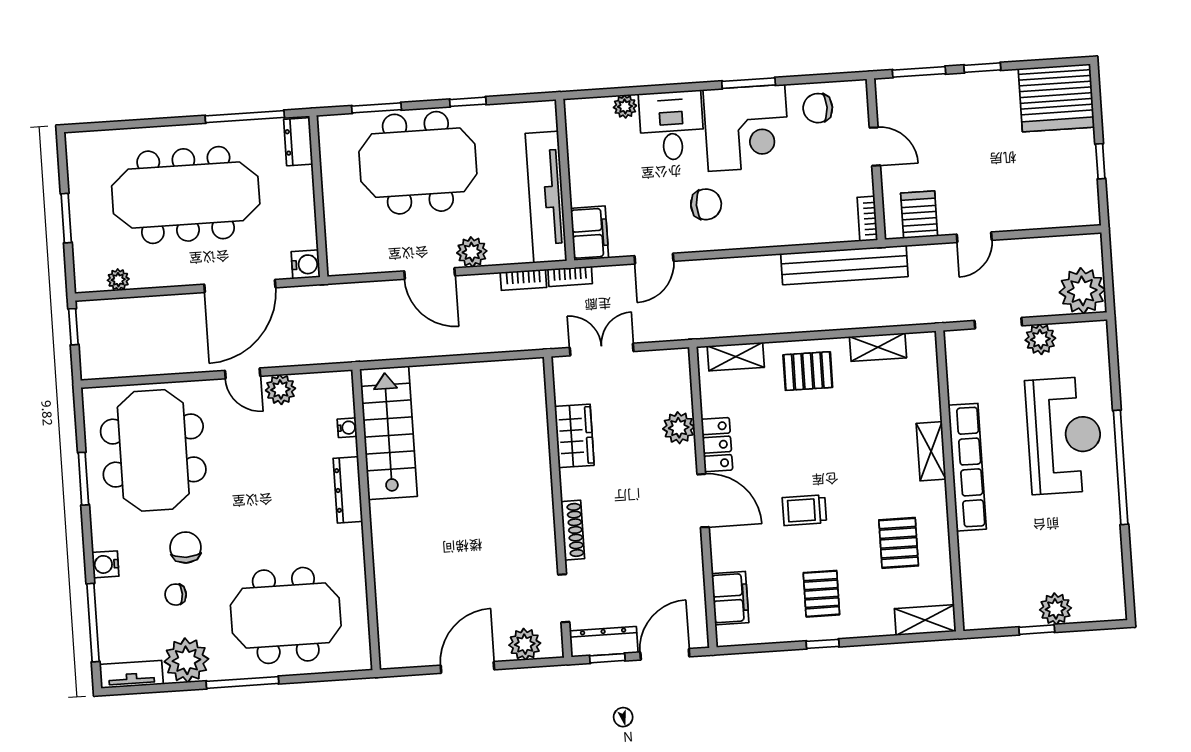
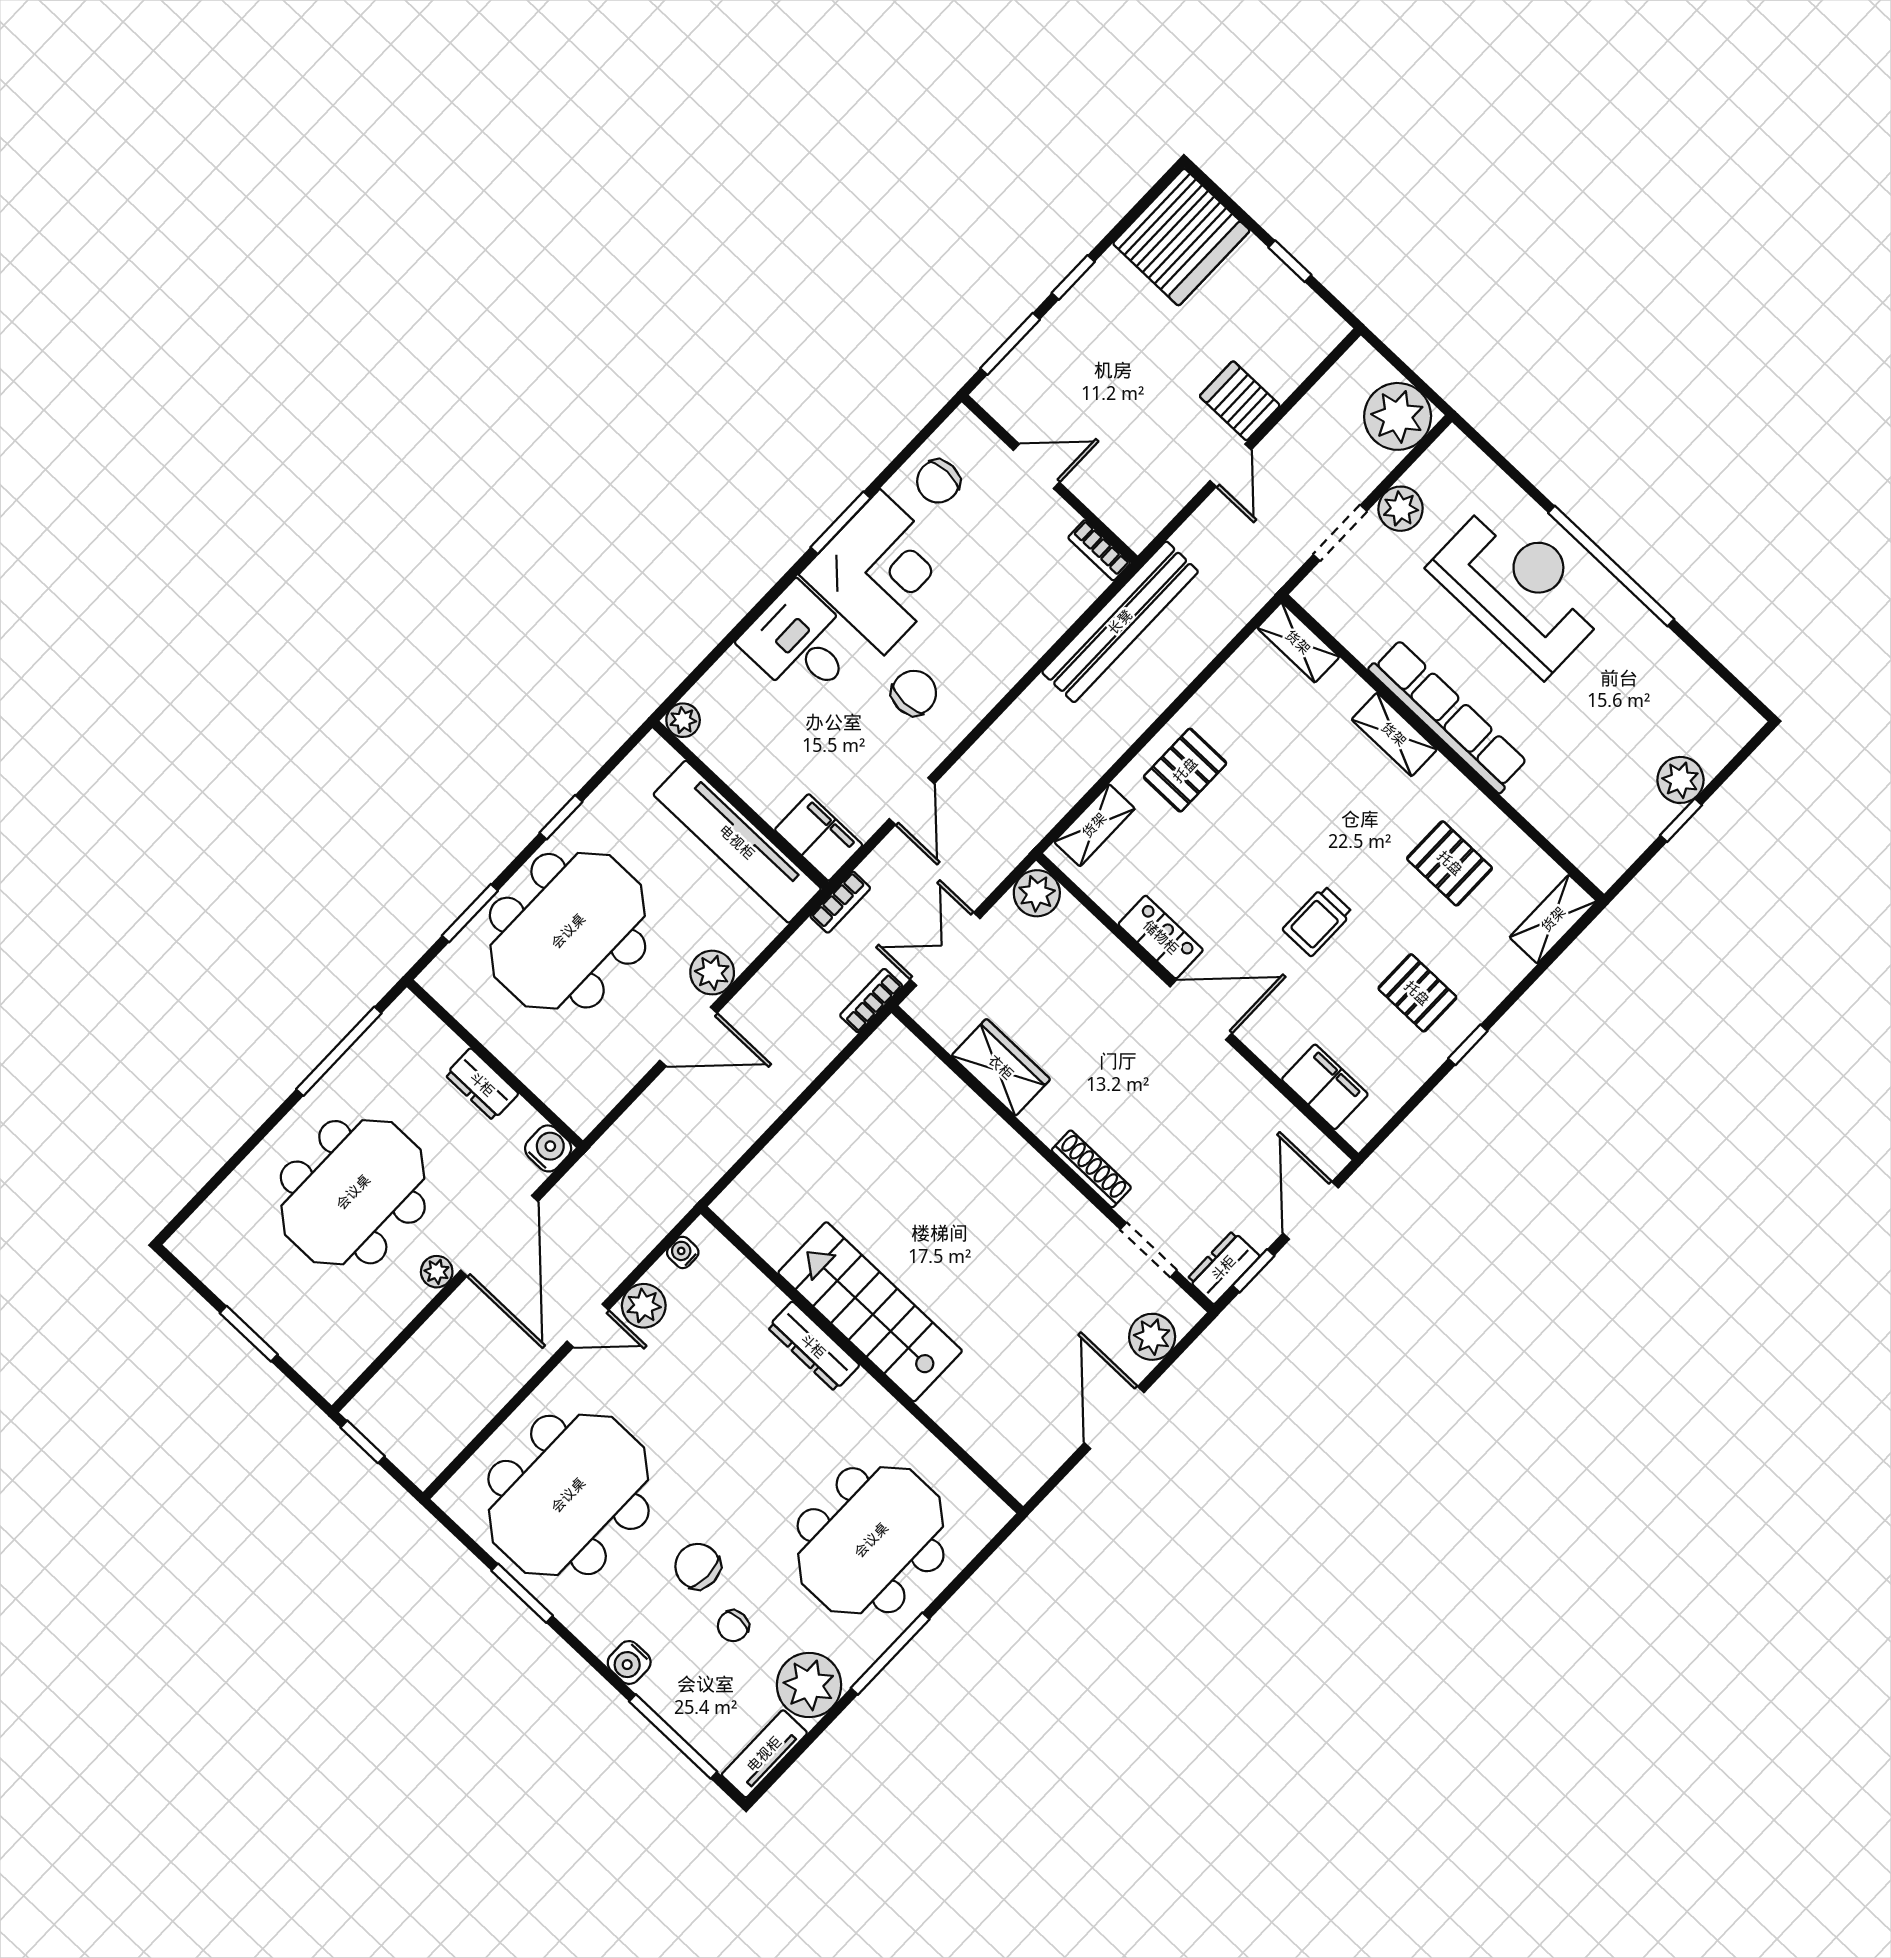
plant: (625, 107) -> (683, 720), moved
dresser: (298, 142) -> (482, 1084), moved
meeting table: (186, 195) -> (353, 1192), width x0.73
server rack: (919, 215) -> (1240, 401), moved
plant: (118, 280) -> (437, 1272), moved
bookcase: (523, 280) -> (871, 1001), moved, turned 180
shelving: (878, 347) -> (1298, 642), moved, turned 90
water cooler: (347, 428) -> (683, 1252), moved, turned -90
plant: (679, 428) -> (1037, 893), moved
stairs: (388, 433) -> (870, 1312), moved
meeting table: (153, 450) -> (568, 1495), turned 90
dresser: (604, 642) -> (1223, 1268), width x0.70

